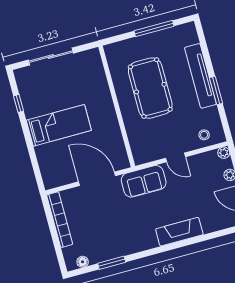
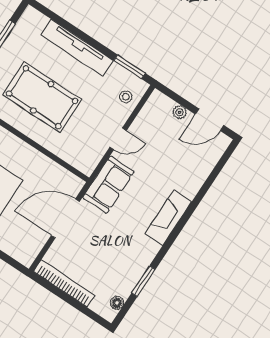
window: (216, 90) -> (130, 67), moved
plant: (224, 153) -> (157, 97), removed
fireplace: (179, 232) -> (168, 218), moved

